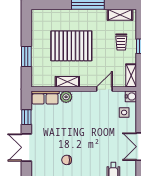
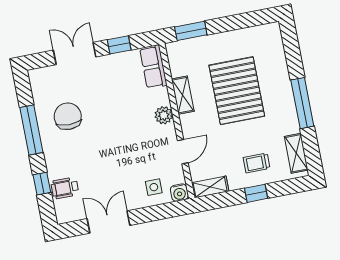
window: (26, 56) -> (191, 31), moved
door: (104, 89) -> (183, 152), hinge flipped
plant: (66, 97) -> (164, 115), moved
chair: (67, 160) -> (68, 116), width x1.87, depth x1.87

